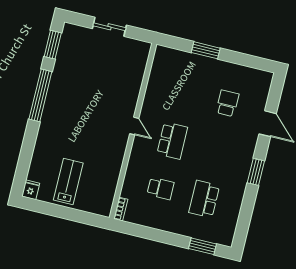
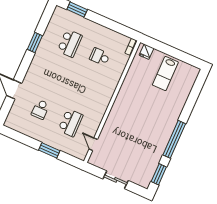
door: (134, 126) -> (93, 144), moved
school desk: (172, 141) -> (70, 123), moved, turned 180
window: (256, 172) -> (35, 42), moved
fridge: (31, 190) -> (147, 52), moved

